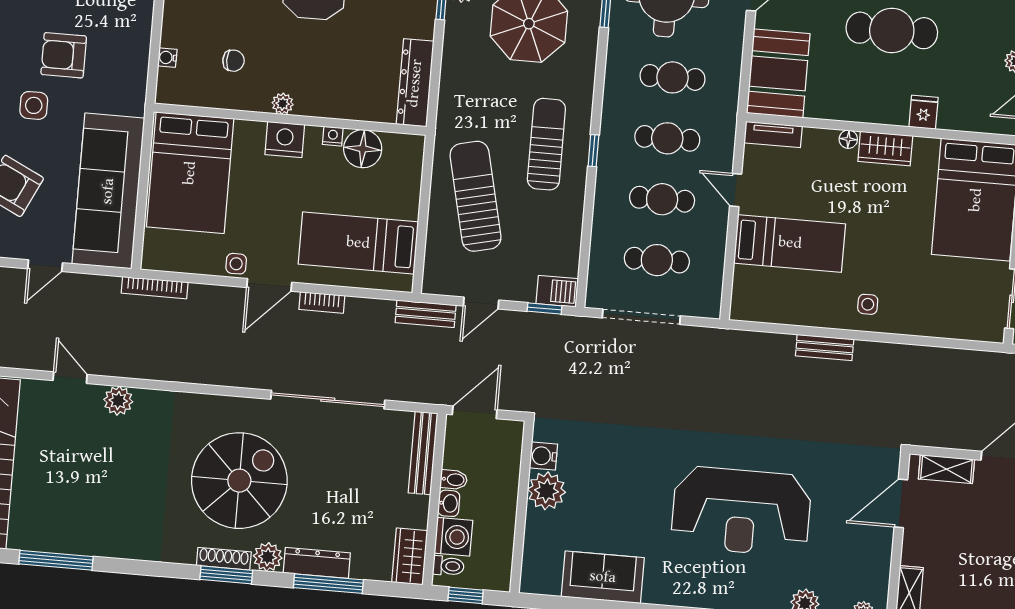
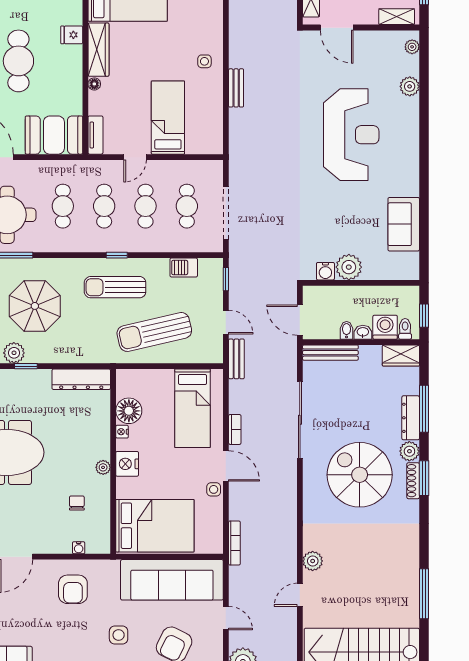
armchair: (64, 55) -> (73, 589), moved
wardrobe: (885, 149) -> (98, 50), width x1.50
barbecue: (557, 291) -> (184, 268), moved, turned -90

